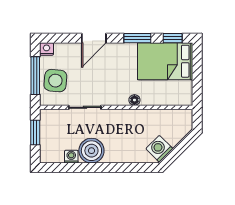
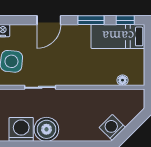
bed: (165, 61) -> (118, 36), width x0.67
floor lamp: (134, 100) -> (122, 80), moved
washing machine: (71, 157) -> (21, 129), width x1.89, depth x1.89

